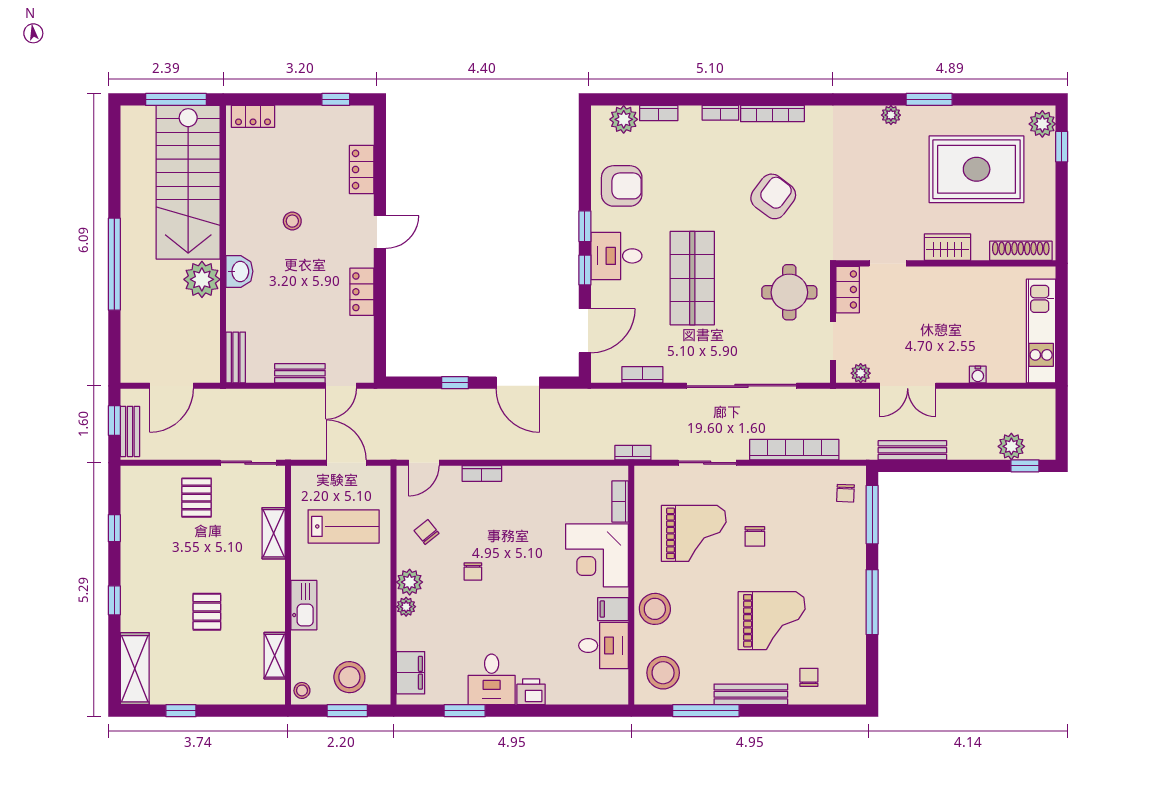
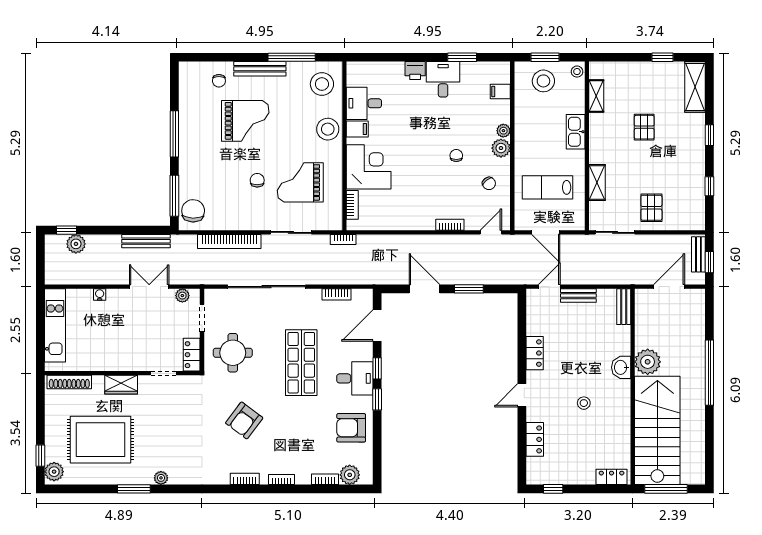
bookcase: (772, 114) -> (245, 479), width x0.64
window: (455, 383) -> (469, 289), width x1.50
chair: (846, 493) -> (193, 211), width x1.87, depth x1.87
grand piano: (772, 621) -> (245, 121), turned 180
filing cabinet: (411, 673) -> (500, 91), width x0.50

